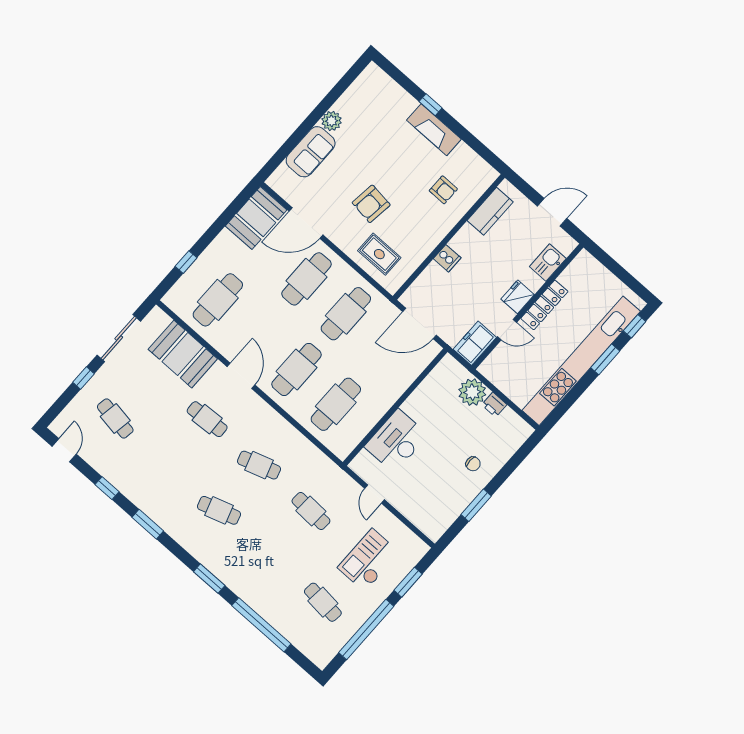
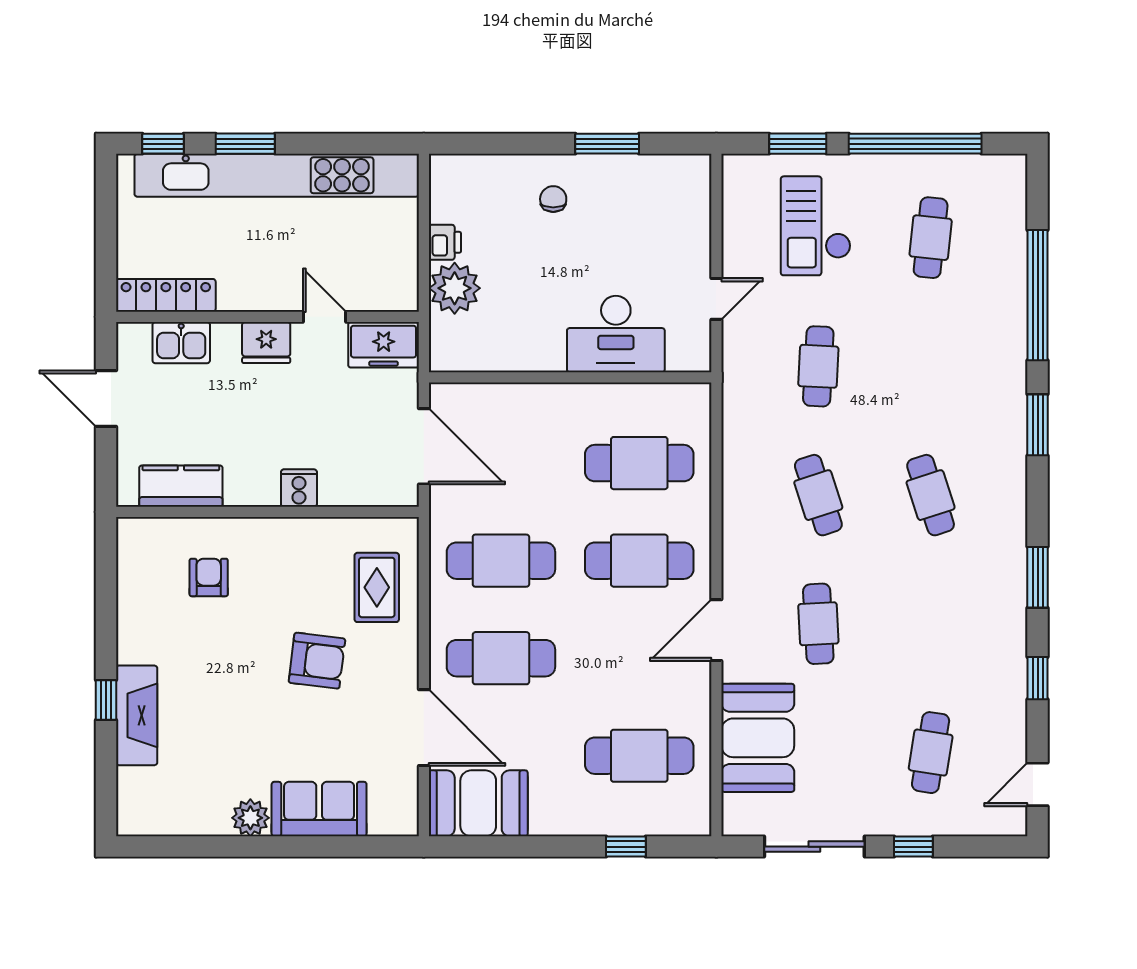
fireplace: (434, 130) -> (137, 715), moved
locker: (544, 305) -> (166, 295), moved
checkout: (369, 560) -> (816, 226), turned 90

